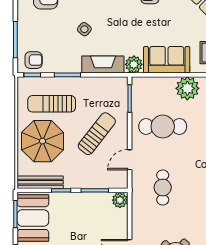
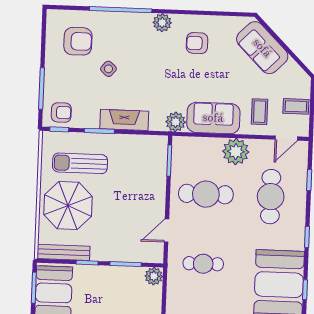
side table: (84, 29) -> (108, 69), moved
fireplace: (103, 64) -> (124, 120), moved
sun lounger: (97, 134) -> (130, 199), removed
cafe table: (163, 187) -> (203, 264), turned 90

